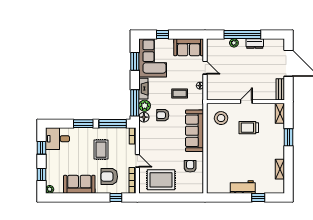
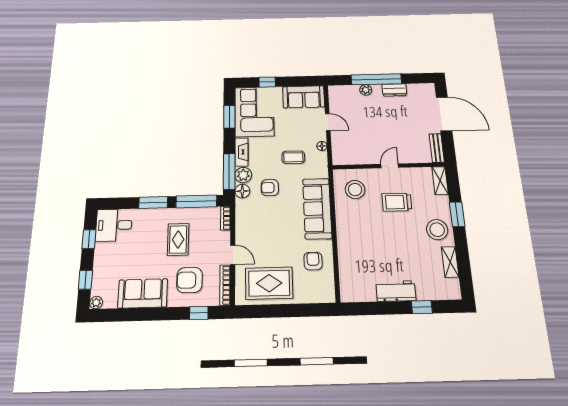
stool: (274, 147) -> (437, 230), added

